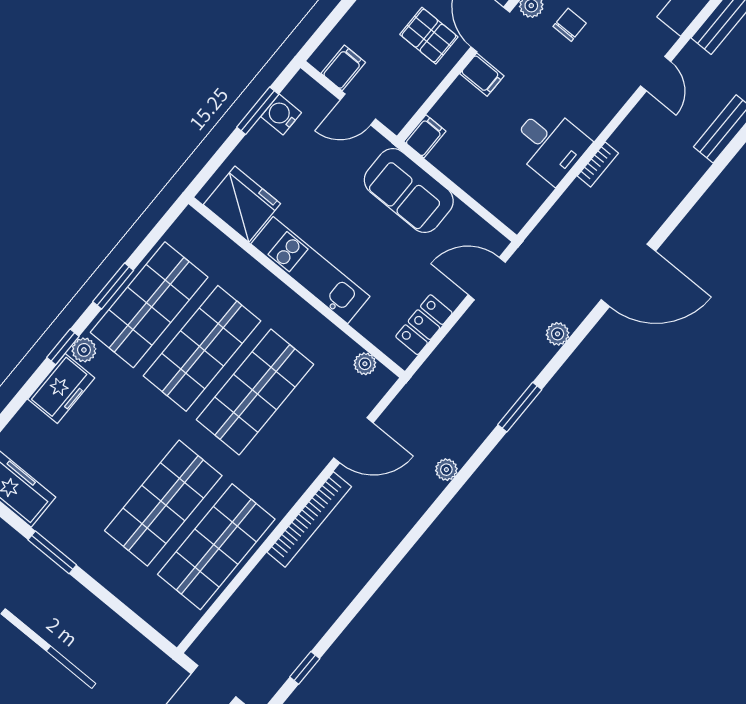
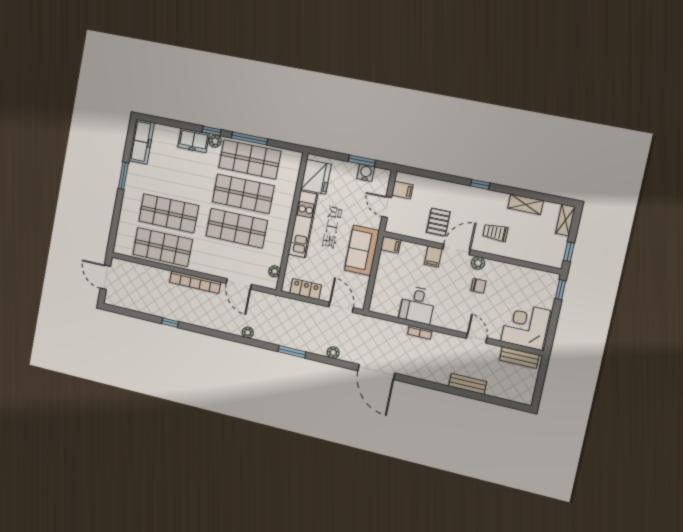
door: (656, 74) -> (477, 338), swing flipped
window: (113, 286) -> (249, 138), width x1.44
window: (305, 668) -> (170, 323), moved

